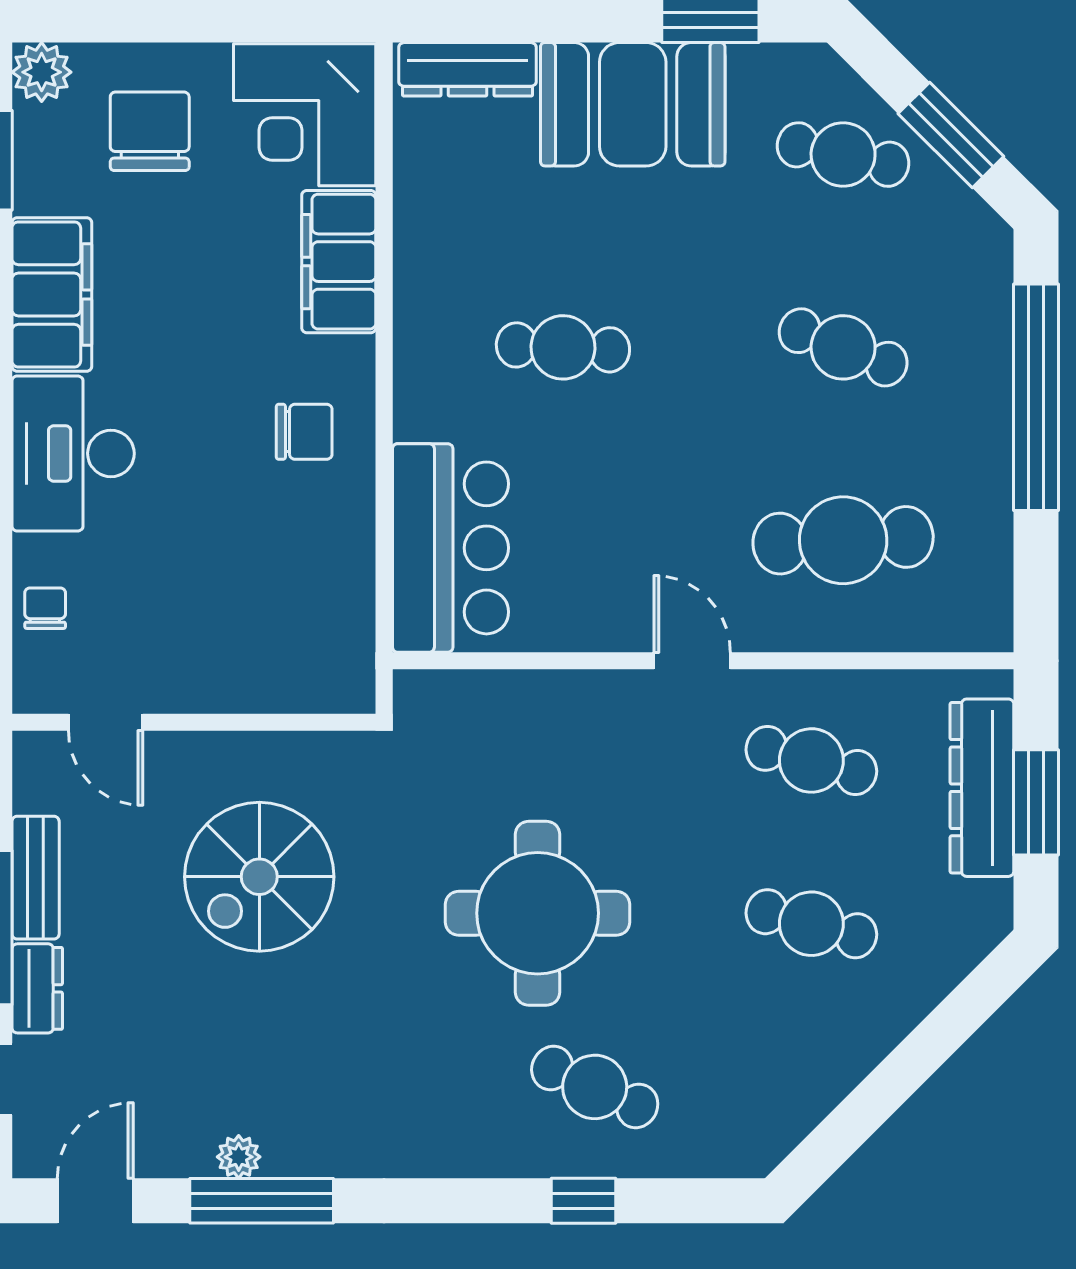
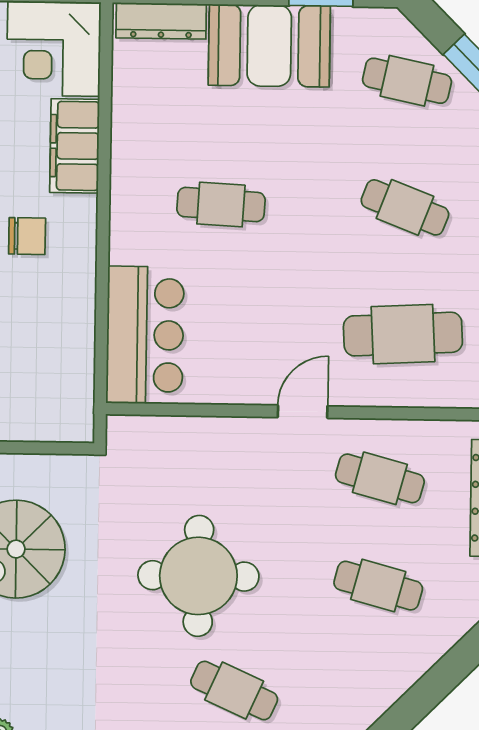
chair: (304, 432) -> (27, 236), moved
door: (692, 661) -> (303, 412), hinge flipped

